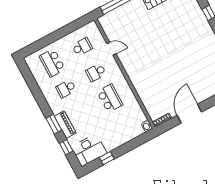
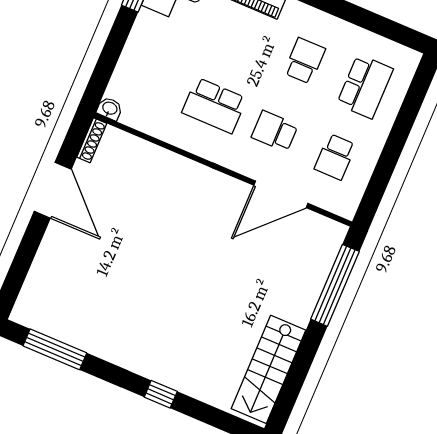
door: (111, 49) -> (281, 194), width x1.88
school desk: (52, 63) -> (365, 86), turned 90
school desk: (96, 72) -> (275, 131), turned -90

